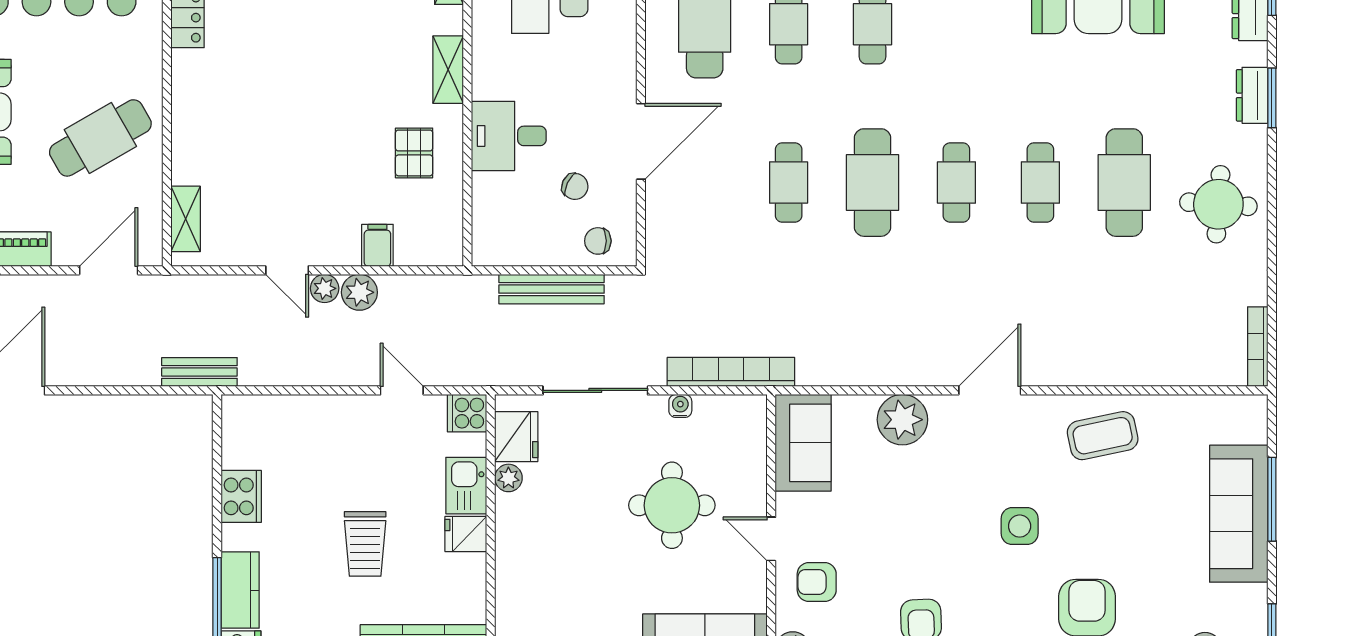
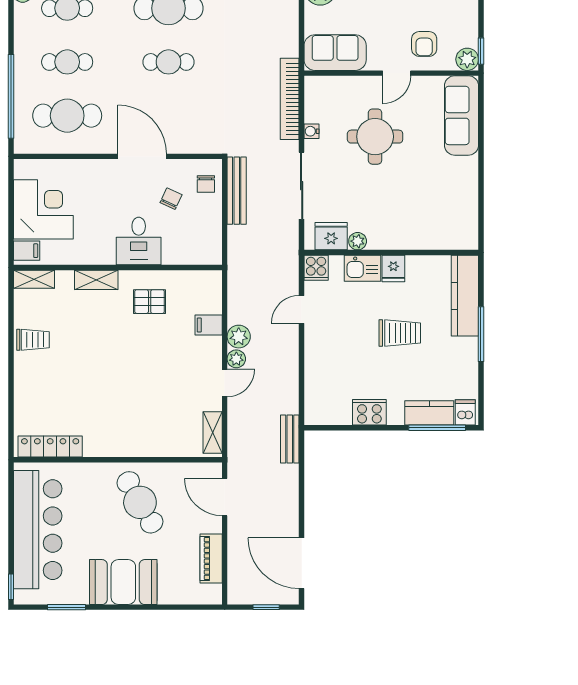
shelving: (186, 219) -> (213, 433), moved, turned 90
bench: (552, 289) -> (237, 191), moved

